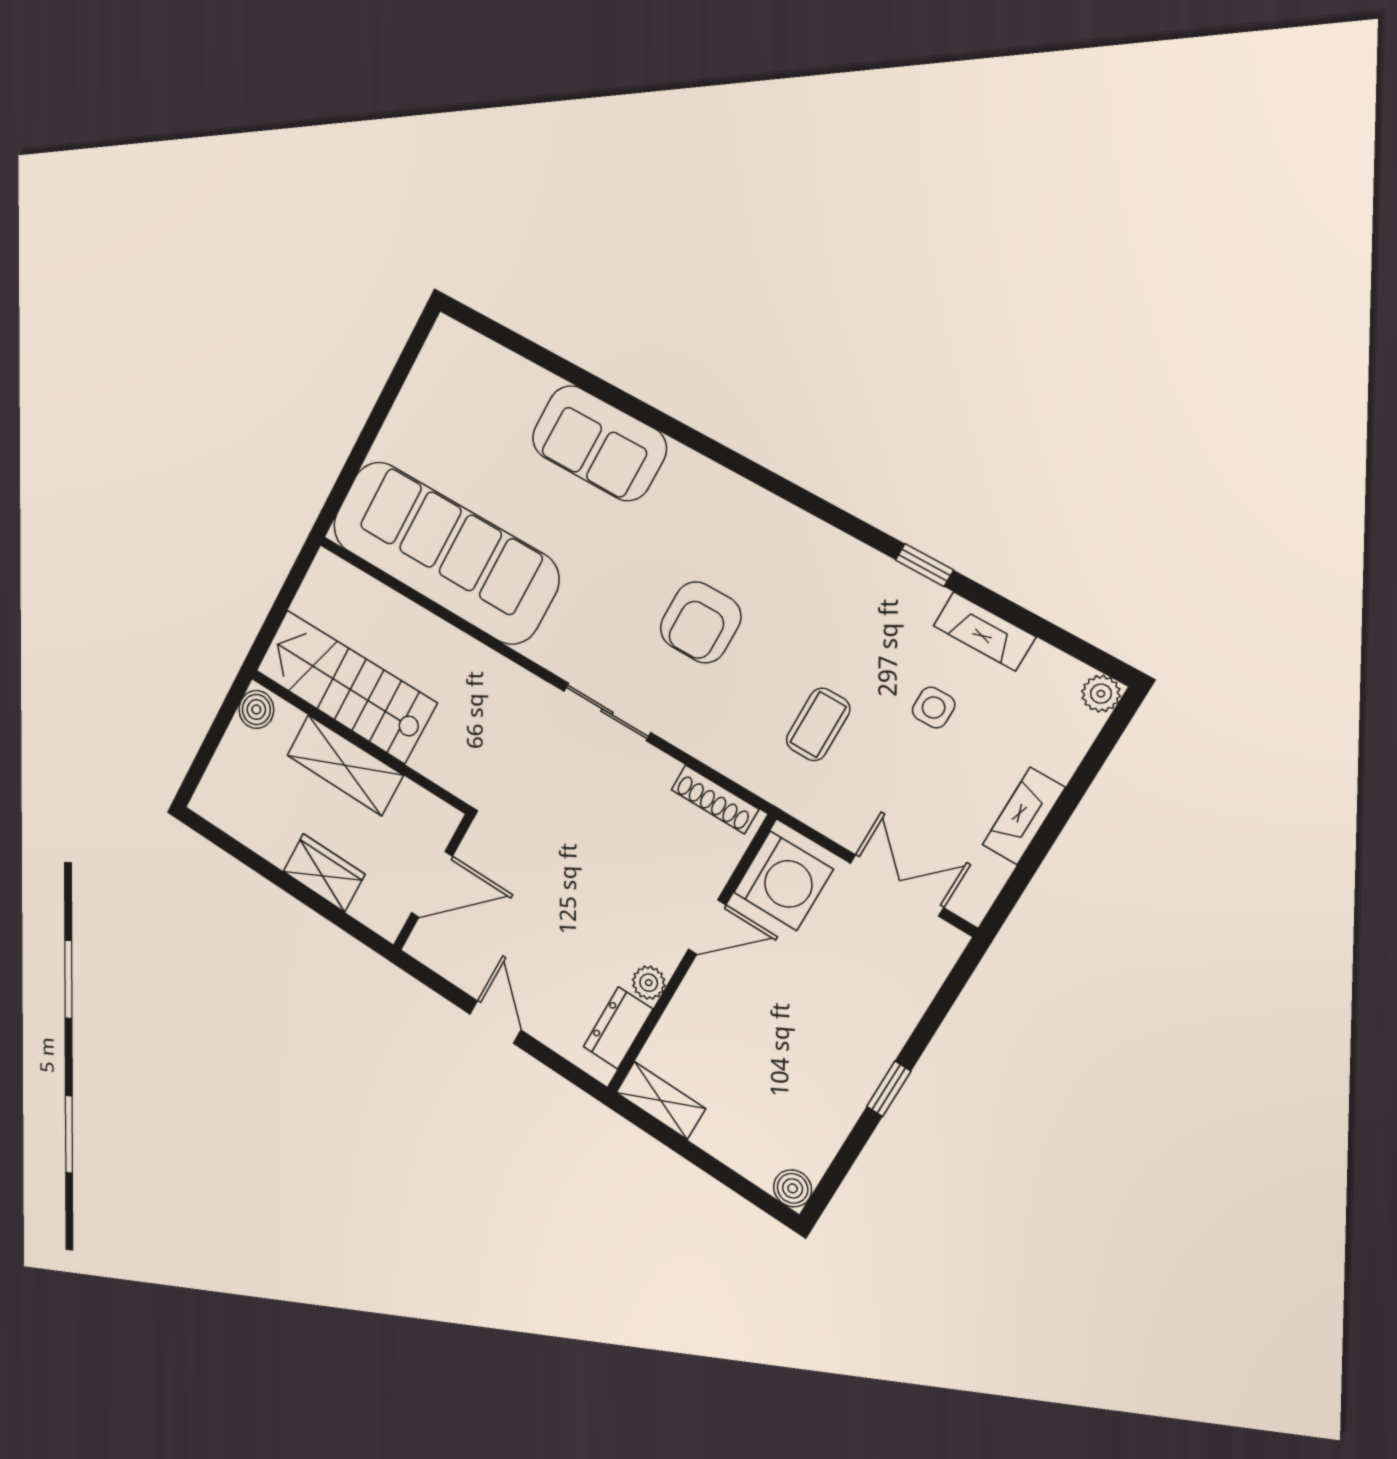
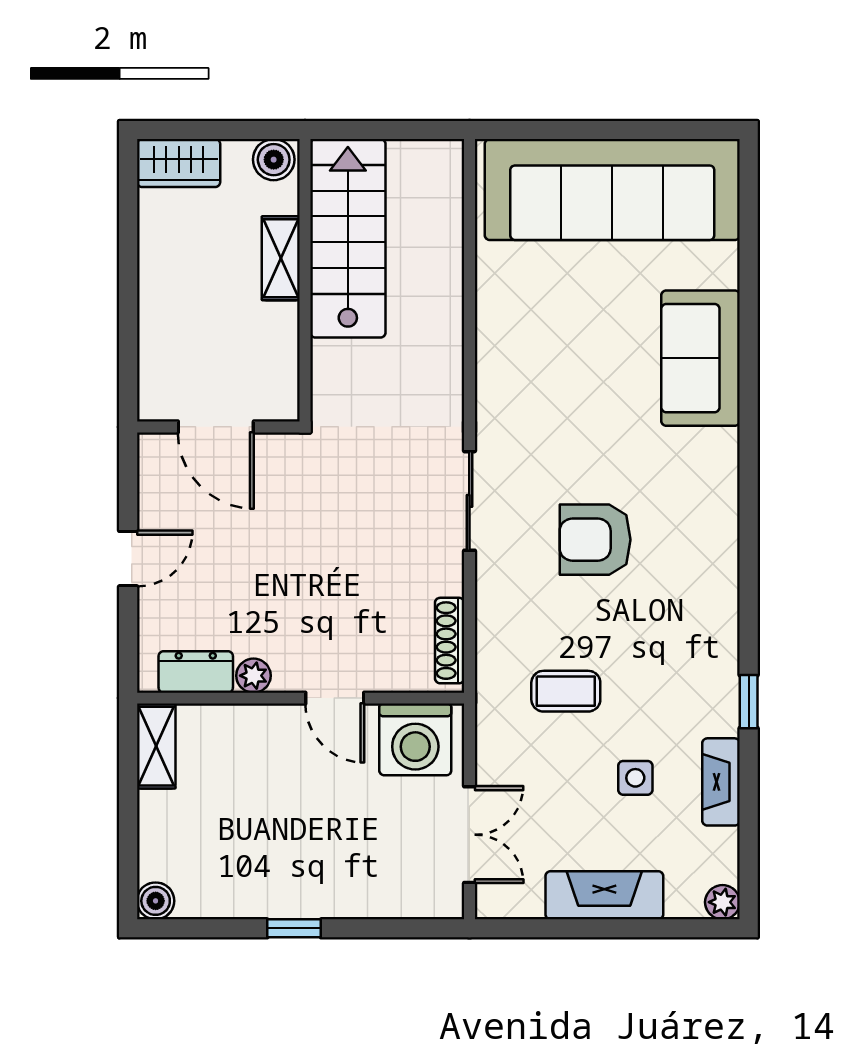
sofa: (444, 552) -> (612, 190), moved, turned 90
shelving: (345, 765) -> (281, 258), width x0.67, depth x0.75
fireplace: (1024, 816) -> (604, 895), width x1.37, depth x1.32
wardrobe: (324, 873) -> (179, 163), moved, turned 90

